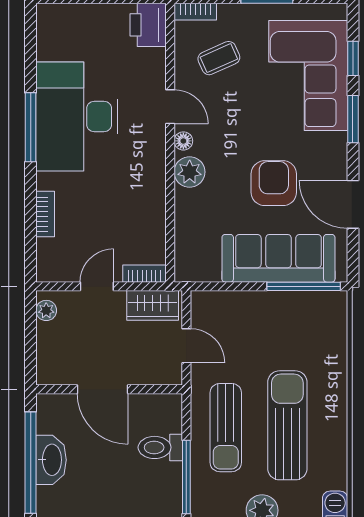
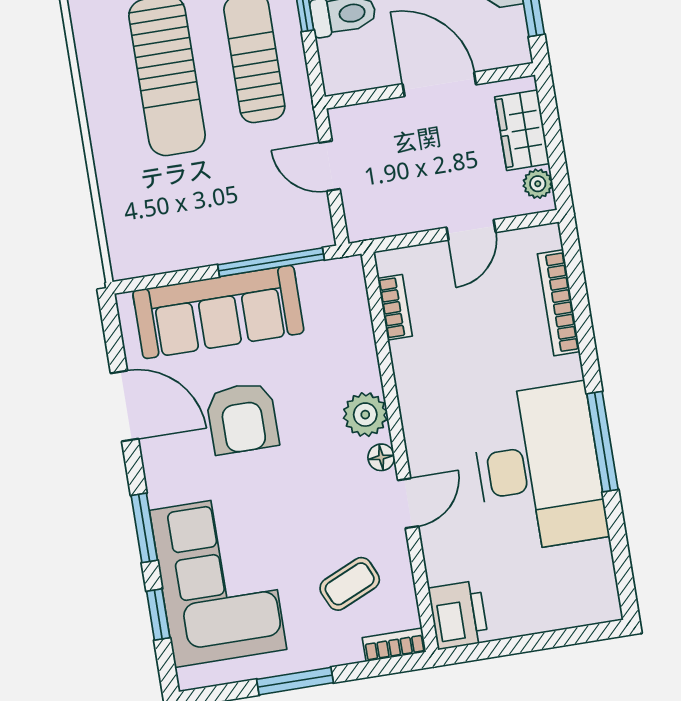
door: (170, 107) -> (408, 503), swing flipped
bookcase: (45, 214) -> (559, 303), width x1.56
bookcase: (144, 274) -> (395, 307), moved, turned -90
window: (304, 286) -> (271, 262), moved
wardrobe: (153, 305) -> (522, 130), moved, turned -90

